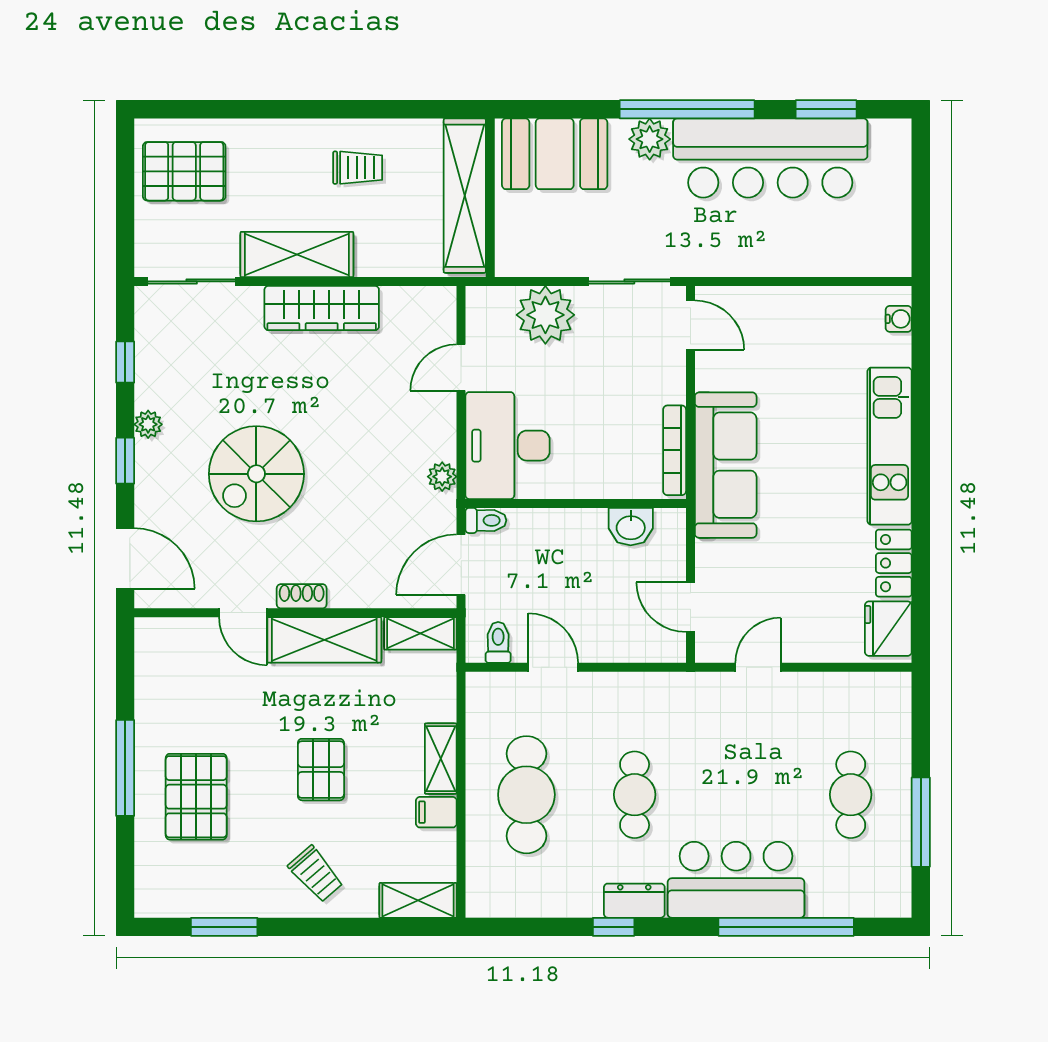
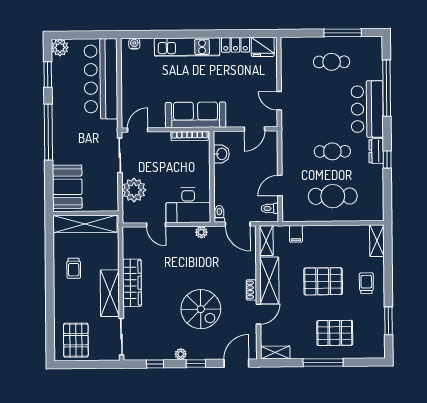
plant: (650, 139) -> (60, 48), moved
bar counter: (770, 158) -> (101, 79), moved, turned 180
trolley: (358, 168) -> (74, 268), turned 180
shelving: (441, 759) -> (275, 353), moved
pallet: (321, 770) -> (323, 281), width x1.50, depth x1.42
filing cabinet: (436, 812) -> (296, 234), moved
trolley: (316, 874) -> (366, 283), turned -49

